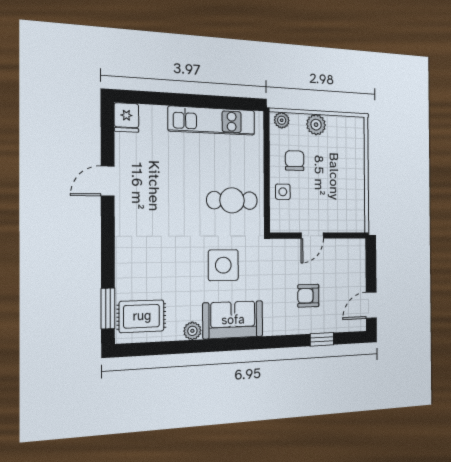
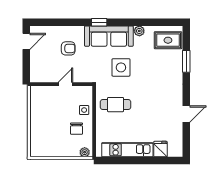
fridge: (126, 118) -> (160, 149), moved
plant: (316, 125) -> (62, 151), removed
window: (108, 308) -> (186, 61), moved
sofa: (233, 320) -> (109, 36), width x1.36
window: (322, 339) -> (99, 22), moved

